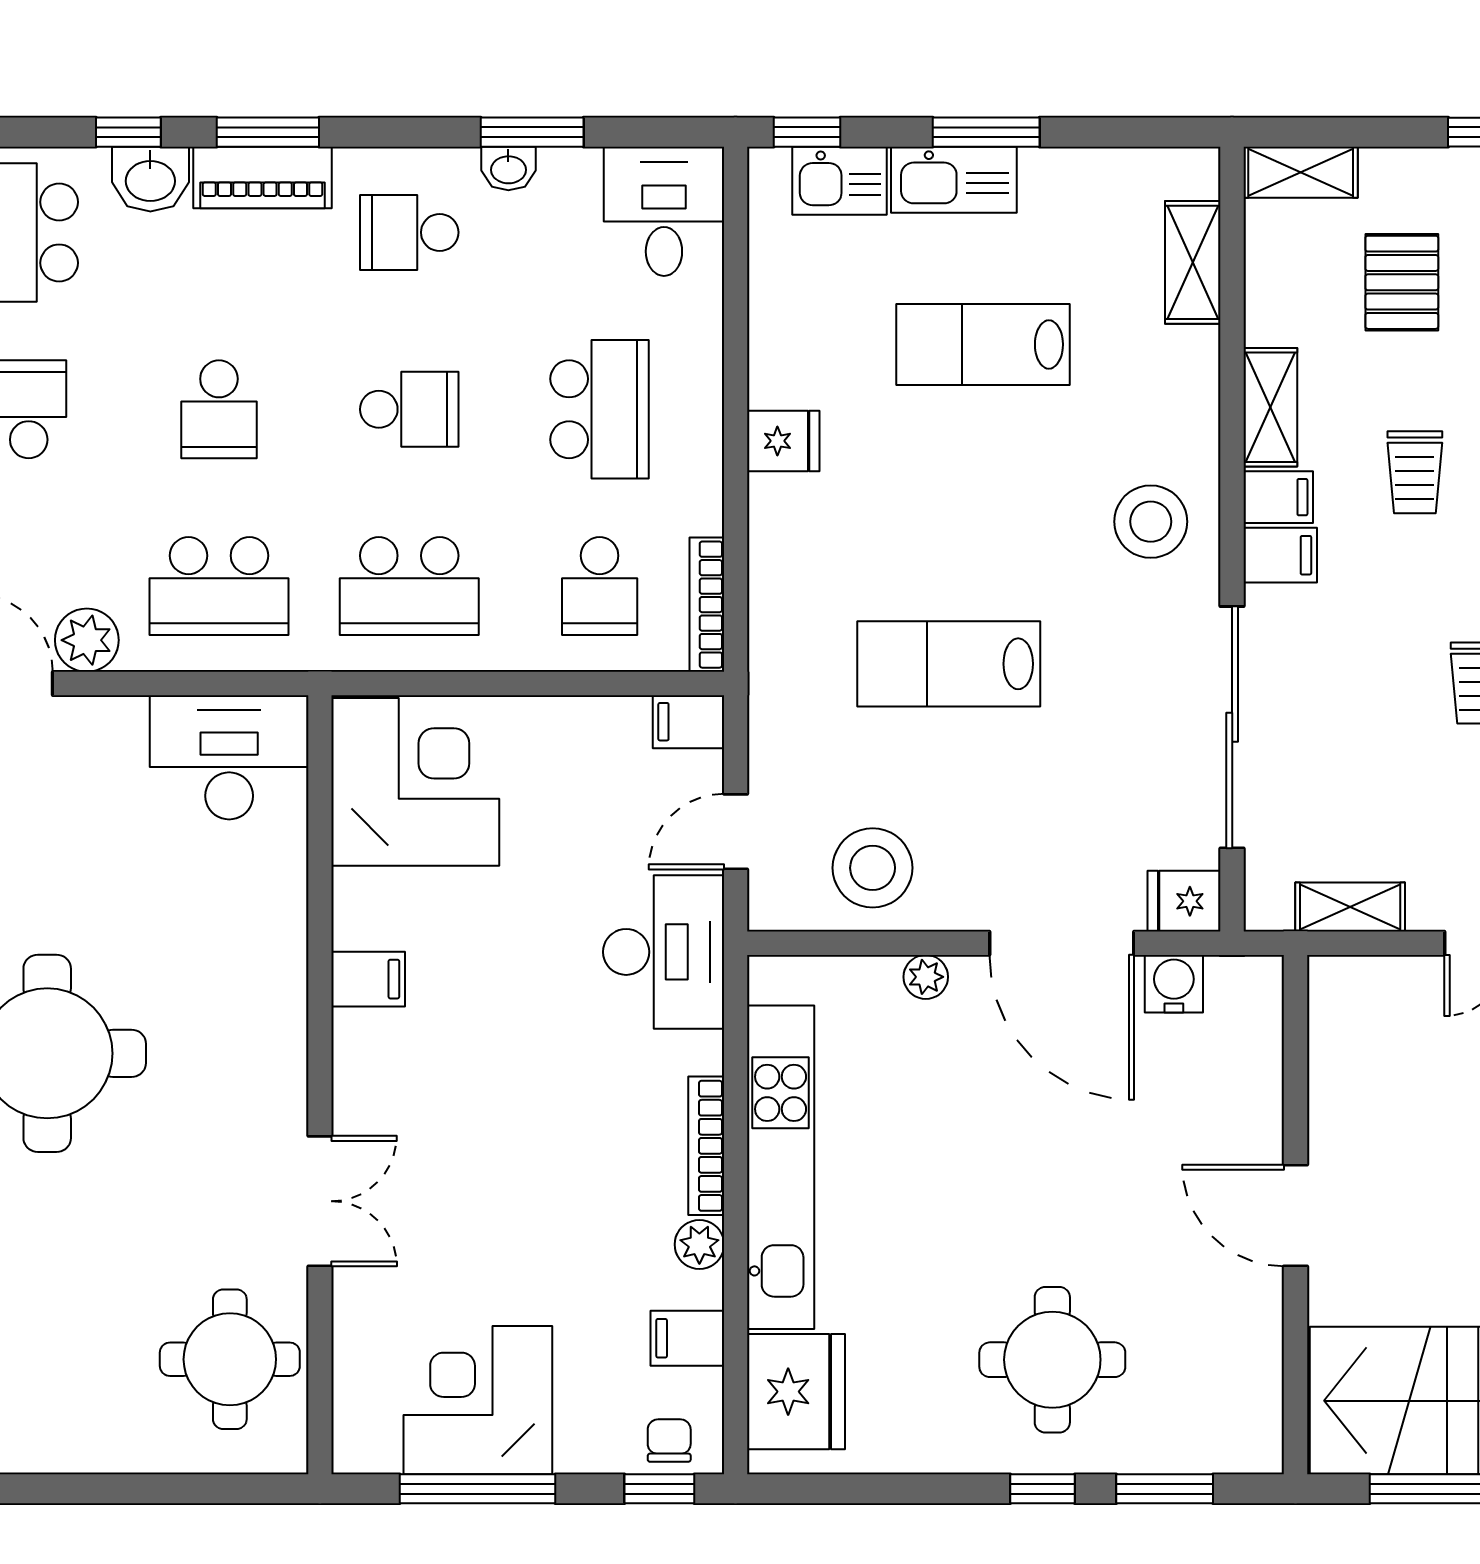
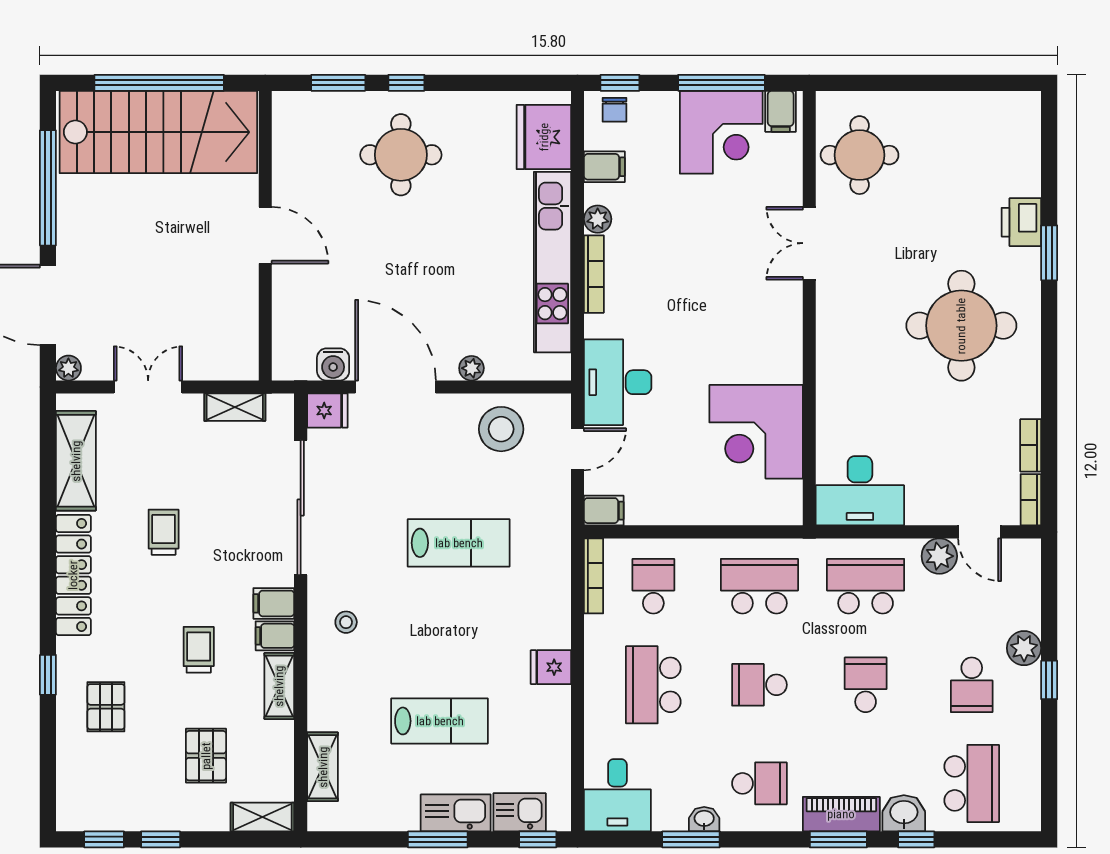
stool: (1151, 522) -> (346, 622), width x0.53, depth x0.53
corner desk: (415, 782) -> (756, 432), moved
filing cabinet: (368, 979) -> (781, 111), moved, turned -90

